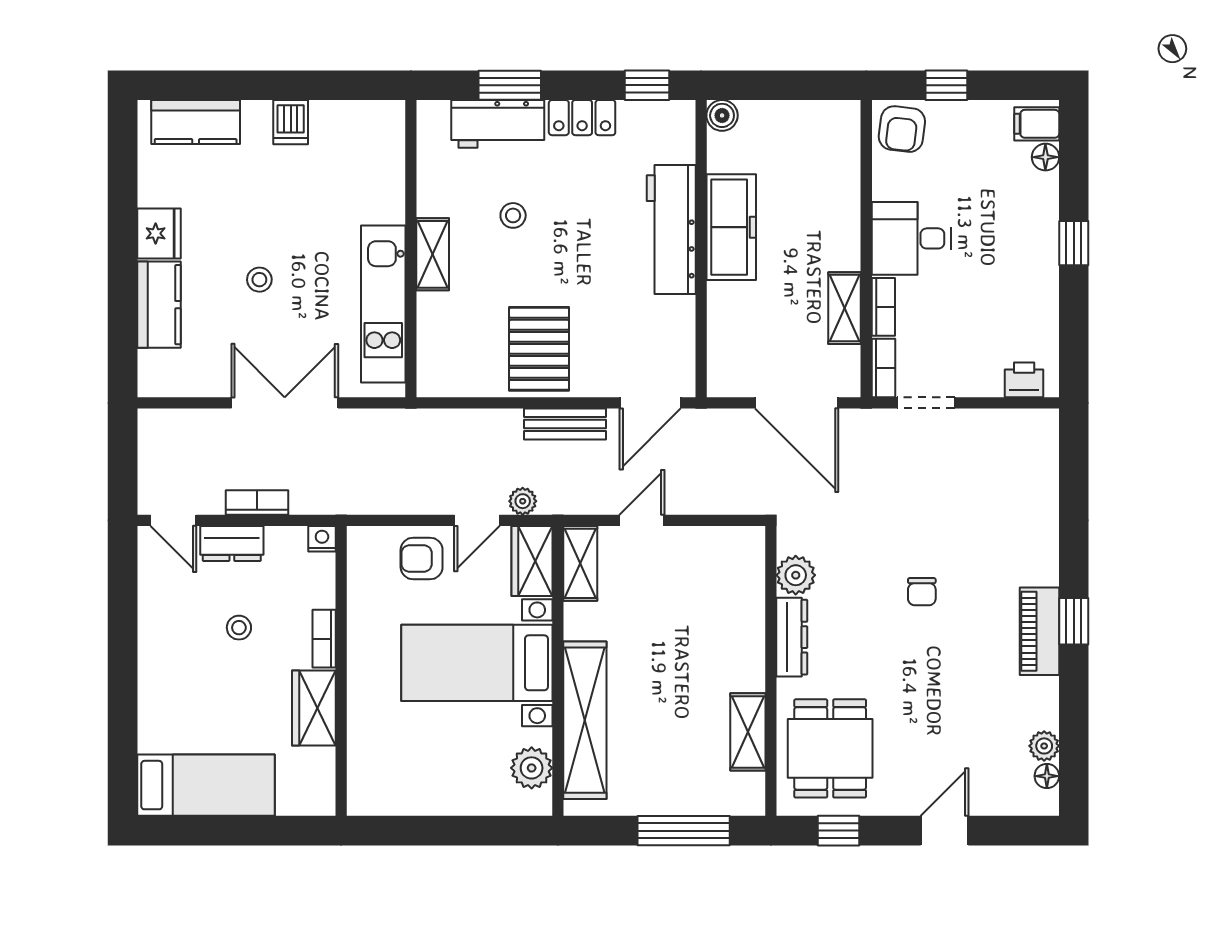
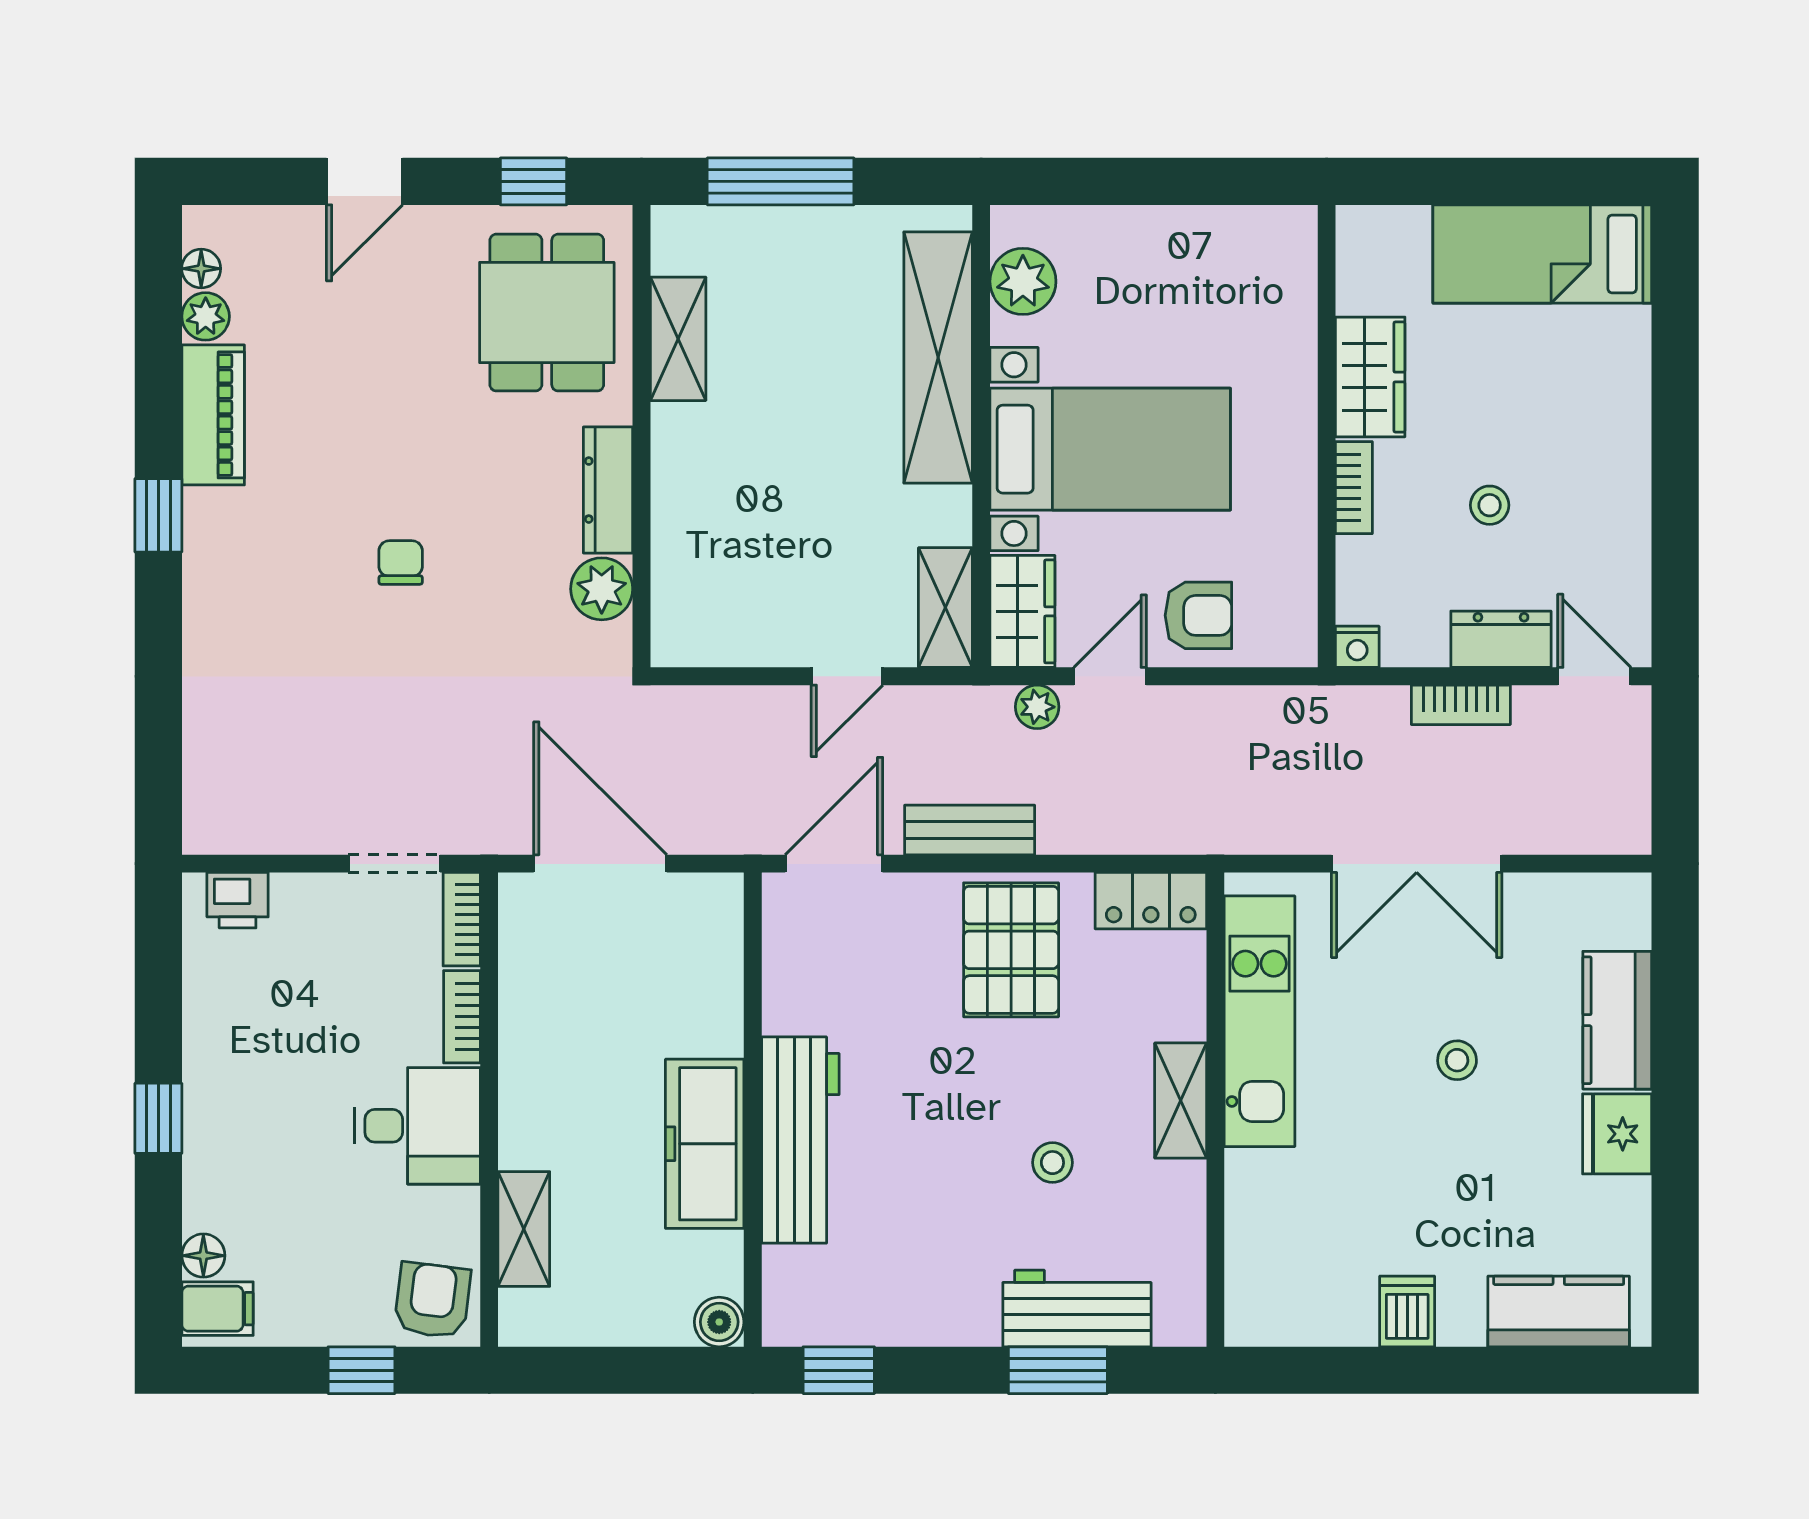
locker: (582, 118) -> (1151, 901), moved, turned 180
shelving: (845, 308) -> (524, 1229), moved
piano: (1039, 631) -> (213, 415), moved

